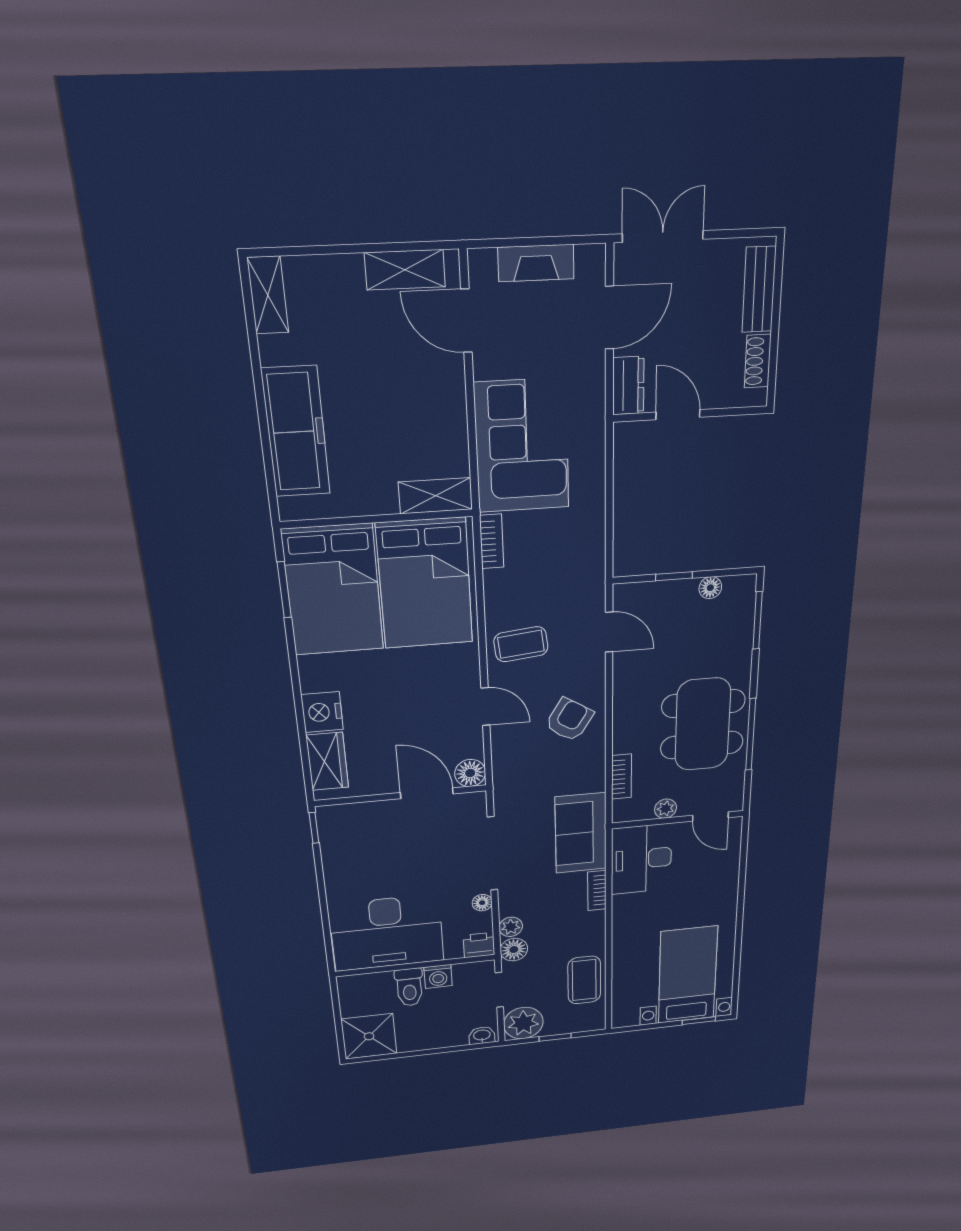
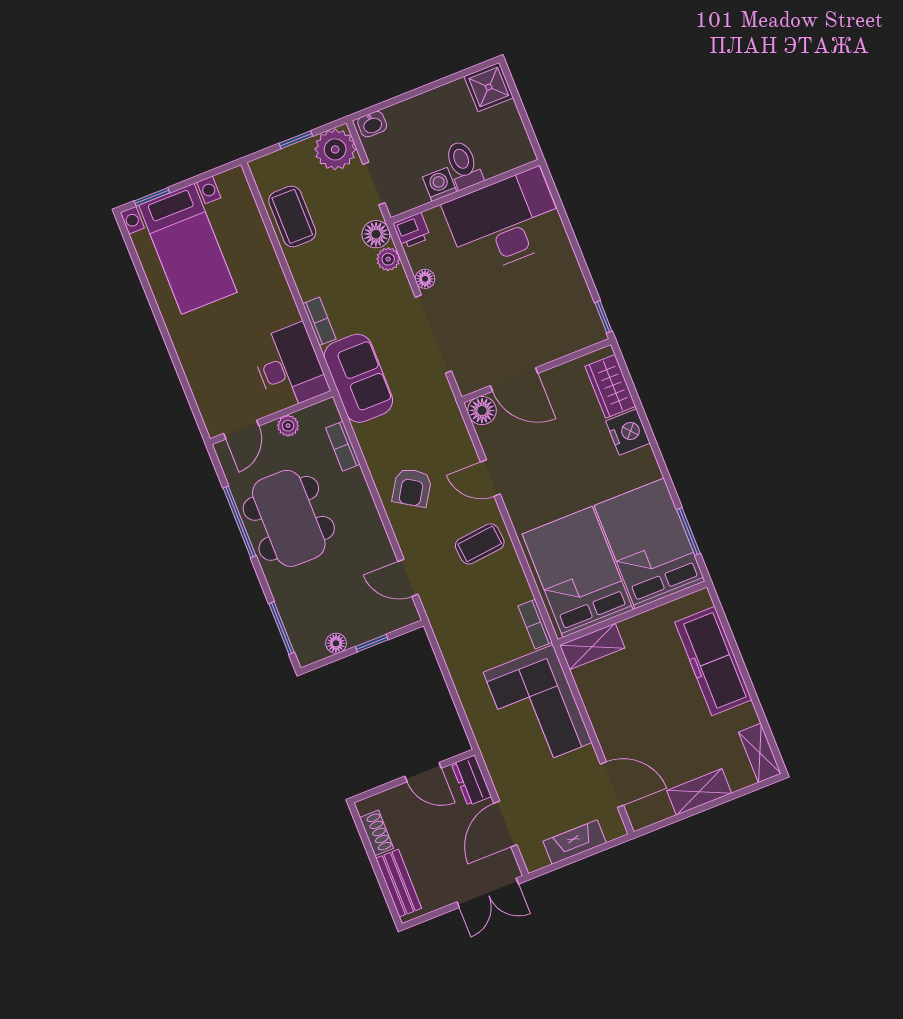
shelving: (405, 270) -> (699, 792), moved
door: (710, 816) -> (241, 430), swing flipped
shower: (369, 1036) -> (489, 87), width x0.73, depth x0.73

